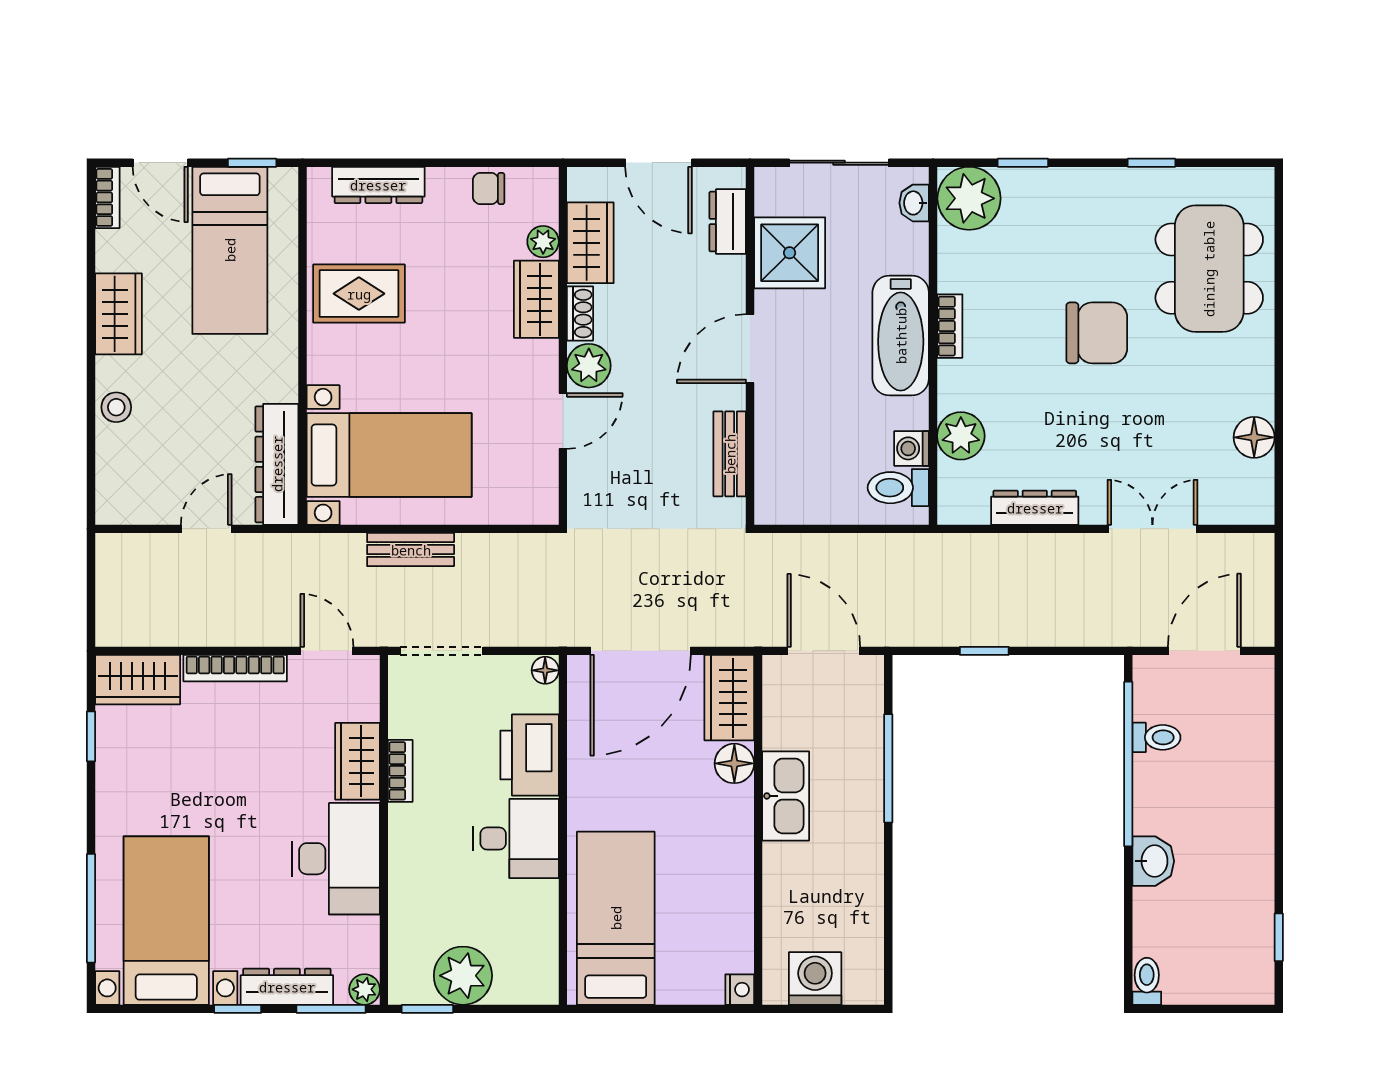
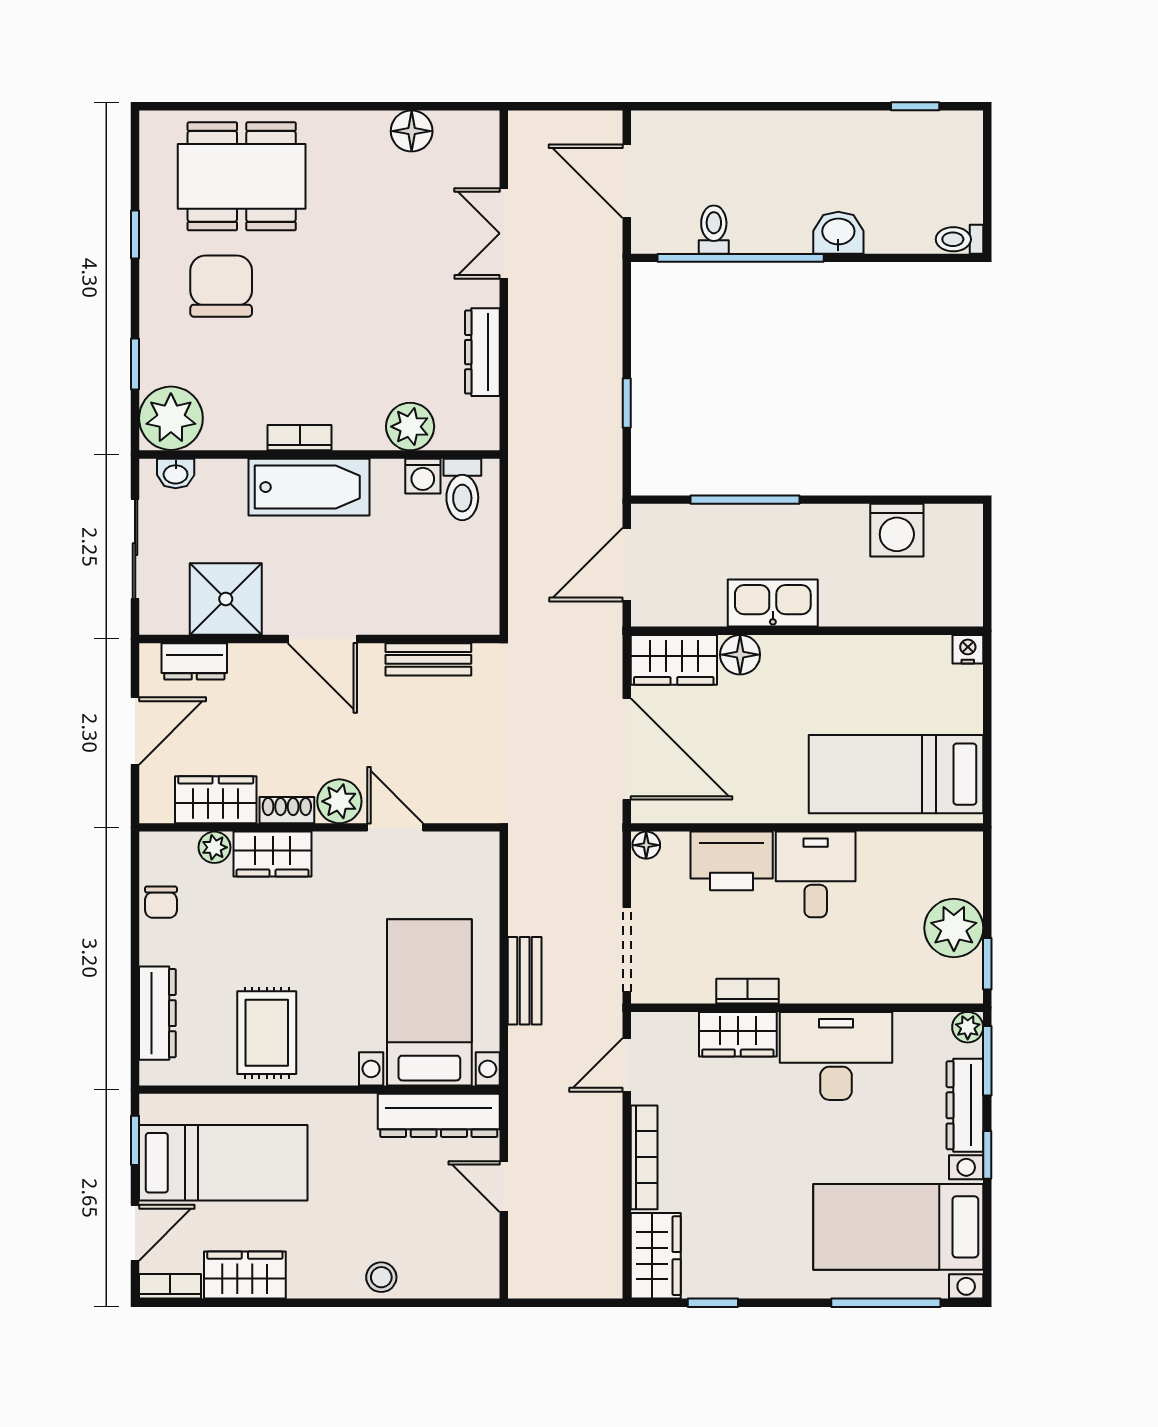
wardrobe: (118, 314) -> (245, 1275), moved
chair: (1097, 333) -> (221, 286), moved
washing machine: (815, 979) -> (897, 530), moved, turned -90

